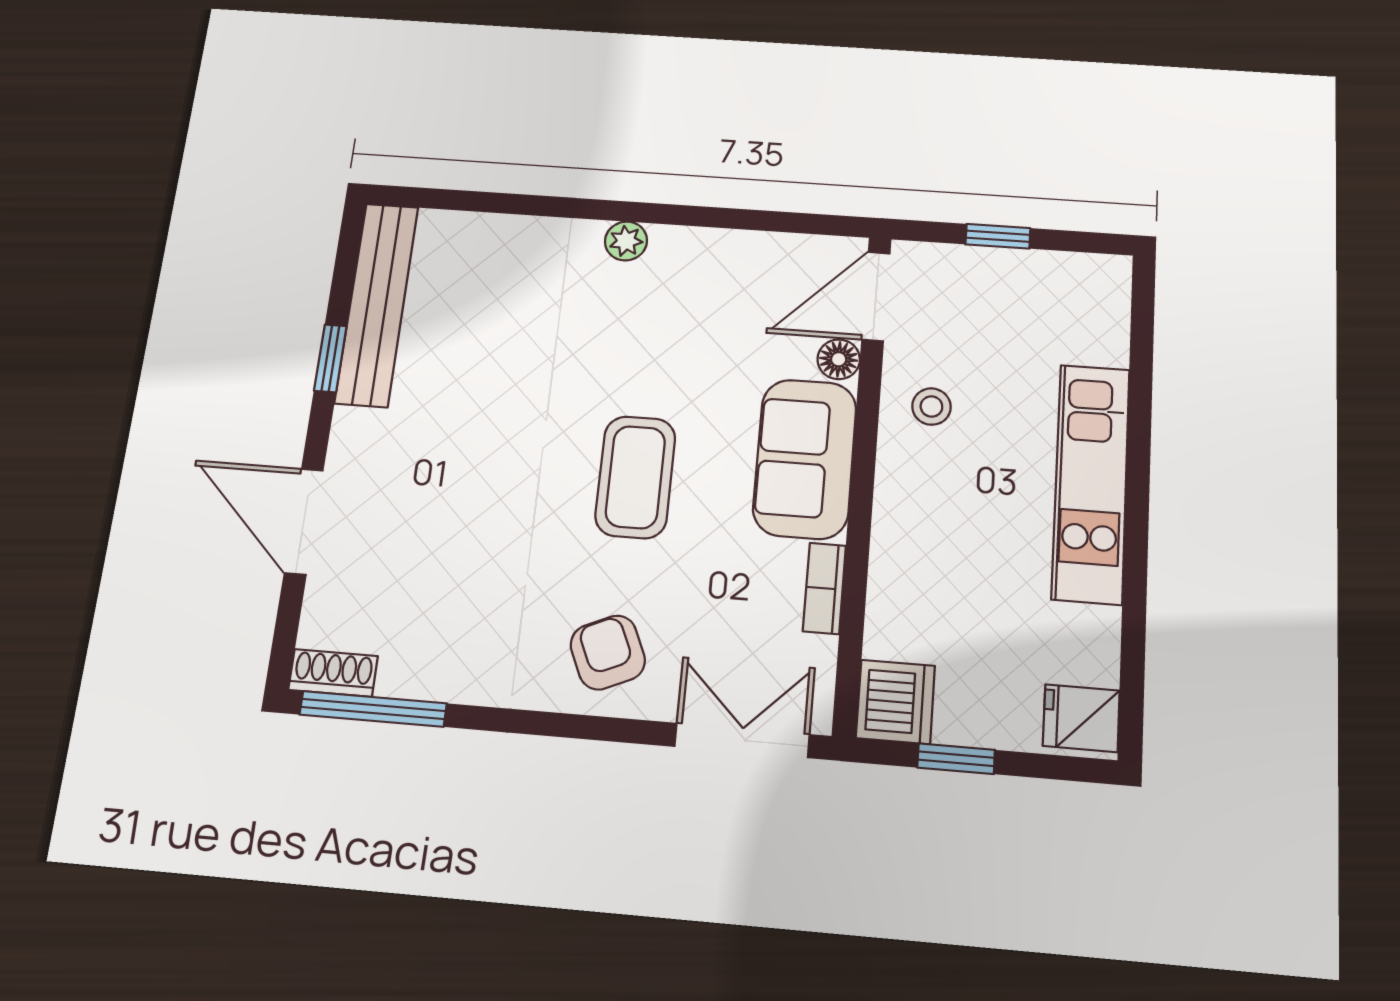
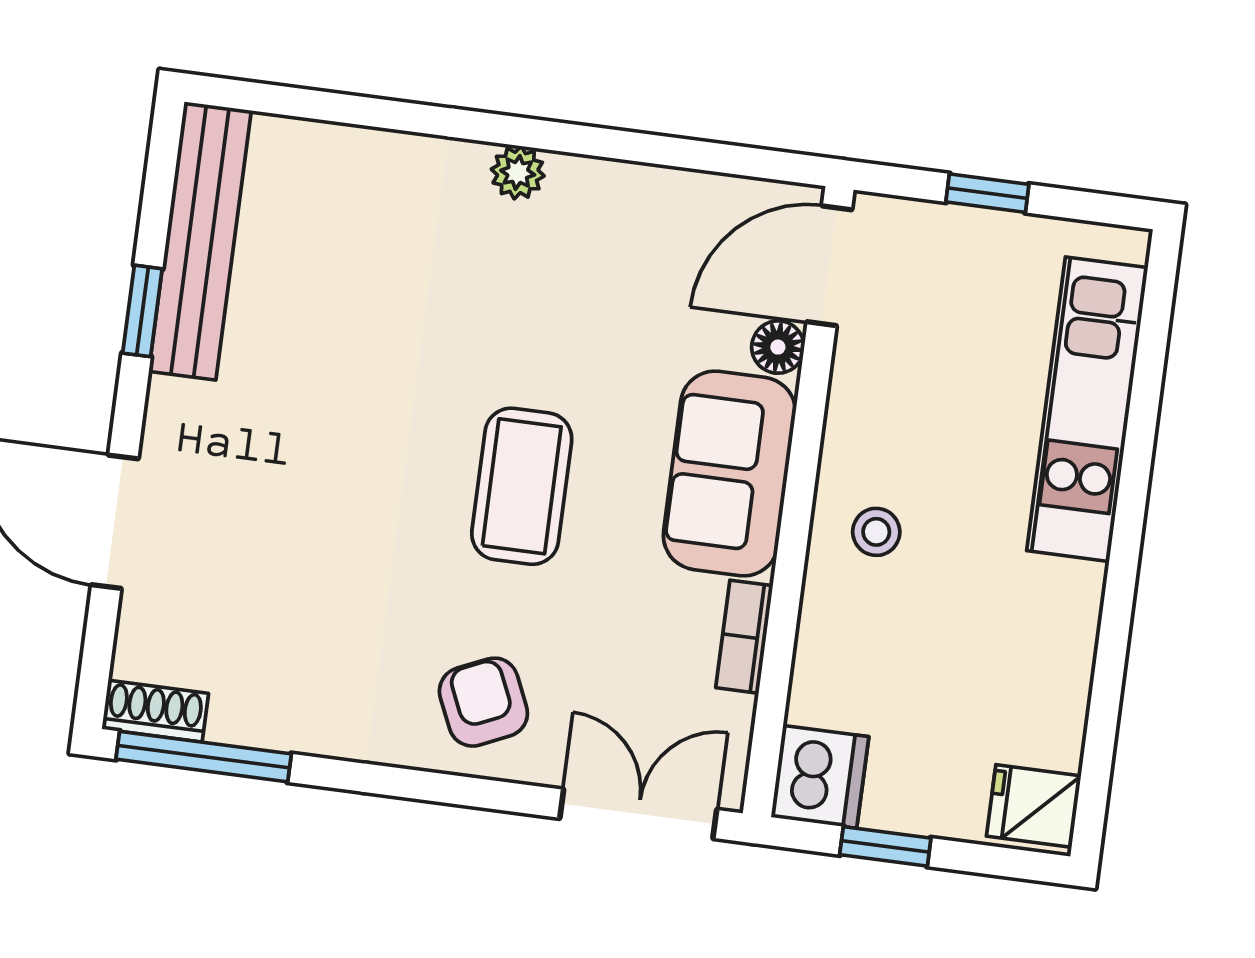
stool: (931, 407) -> (876, 532), moved
kitchen unit: (1091, 483) -> (1087, 409), moved

